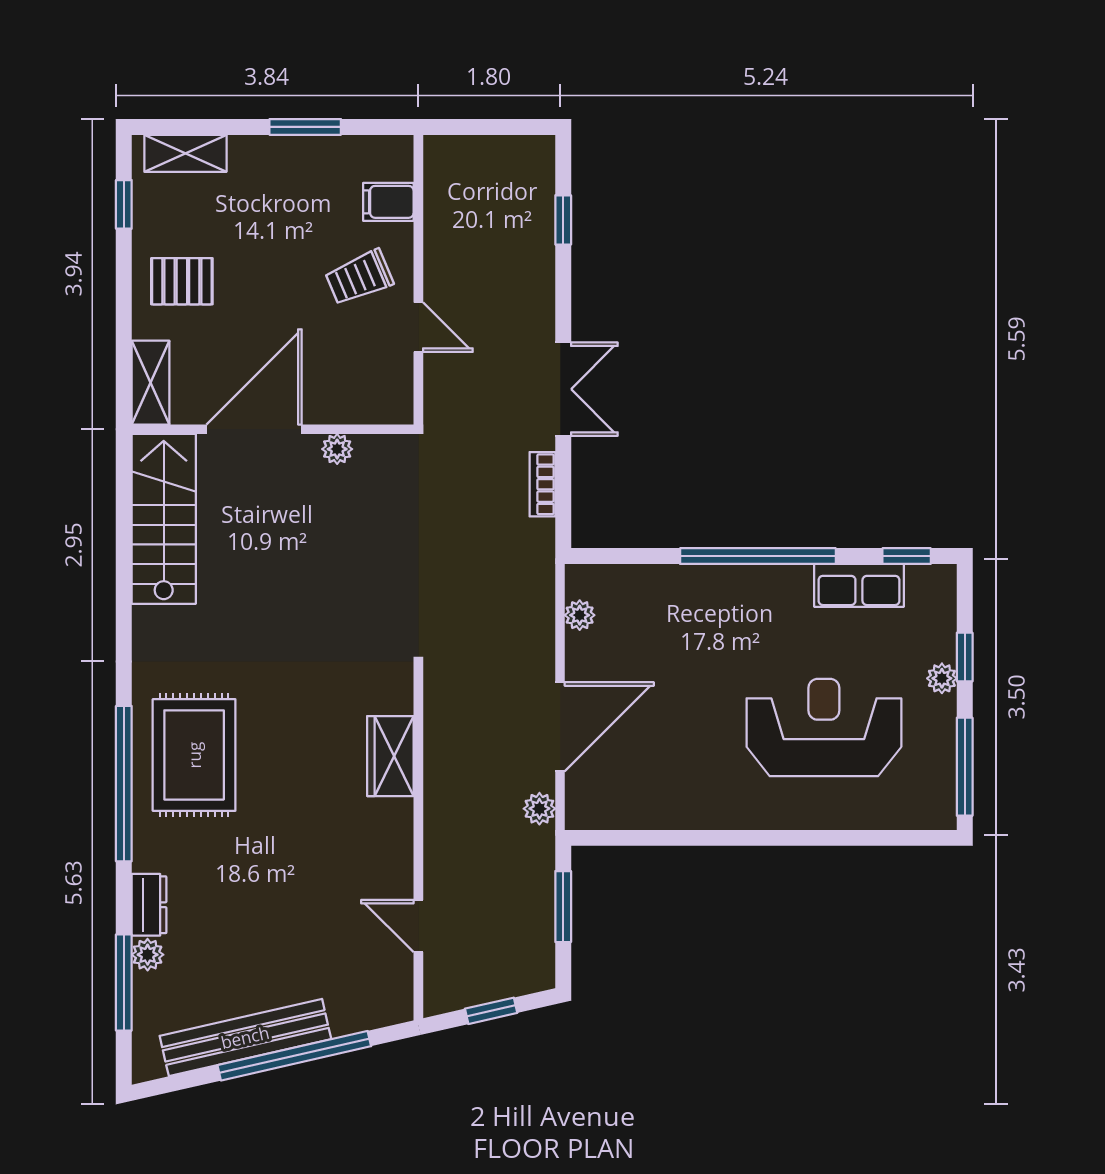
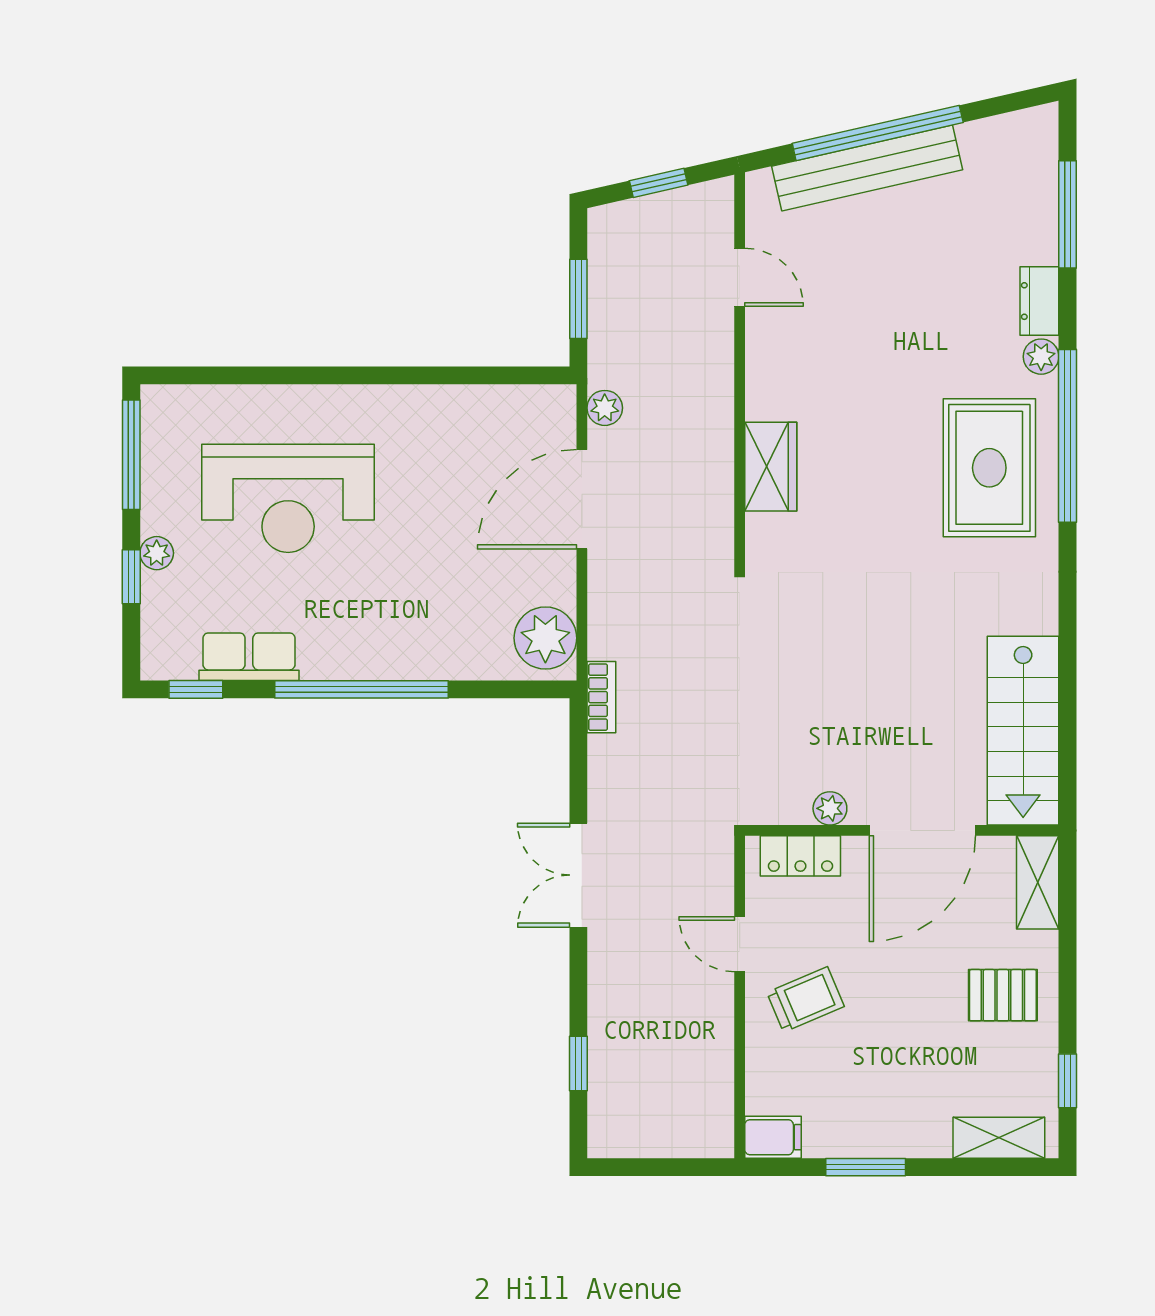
filing cabinet: (388, 202) -> (773, 1137), moved
locker: (364, 406) -> (800, 856), added
bookcase: (542, 484) -> (601, 697), moved
plant: (580, 615) -> (545, 638), width x1.87, depth x1.87
plant: (148, 955) -> (1041, 357), moved
bench: (245, 1037) -> (867, 168), moved

